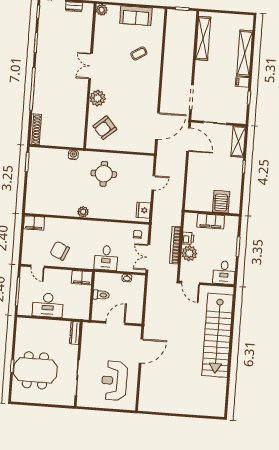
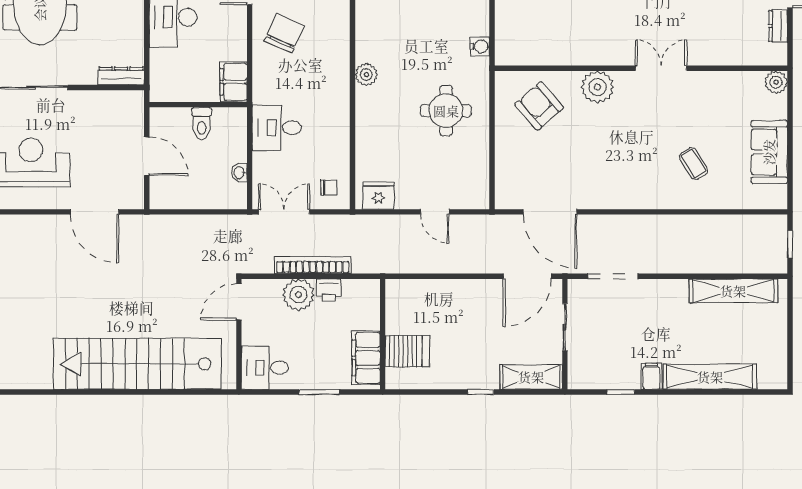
filing cabinet: (211, 221) -> (366, 358), moved

